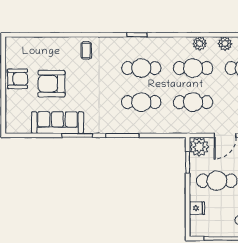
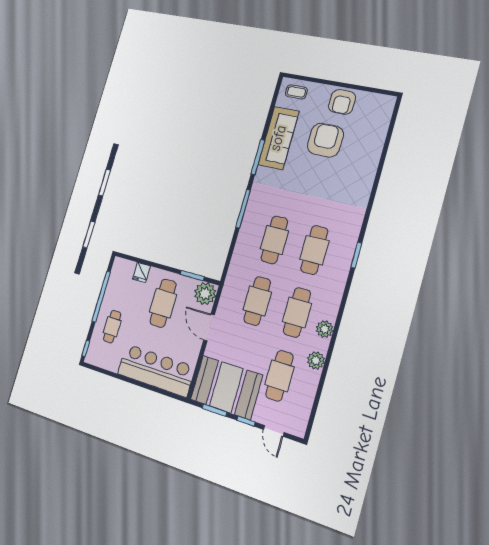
coffee table: (86, 50) -> (296, 92), moved

